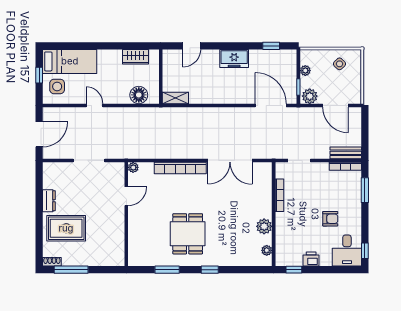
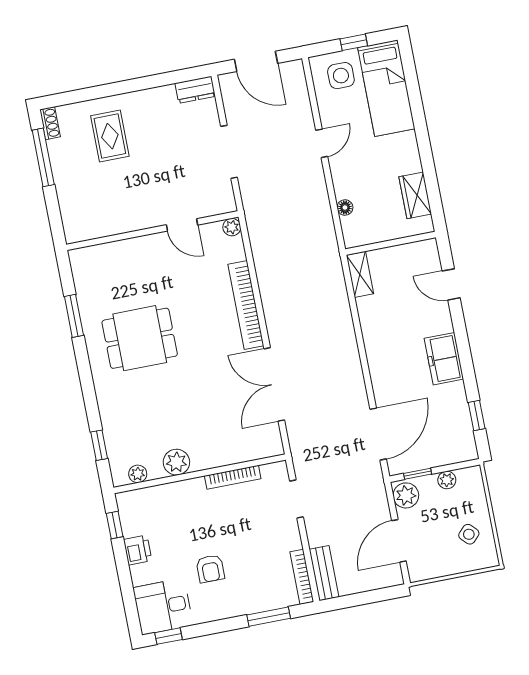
floor lamp: (139, 95) -> (345, 208), width x0.53, depth x0.53
dresser: (49, 201) -> (195, 90), moved
rug: (66, 228) -> (110, 136), width x0.73, depth x0.70
window: (210, 270) -> (99, 445), moved

